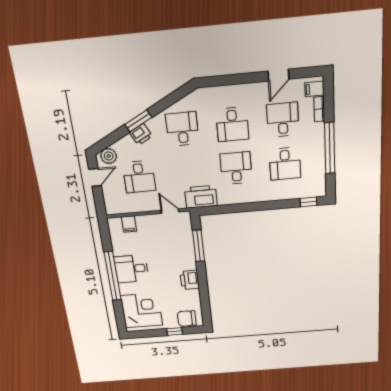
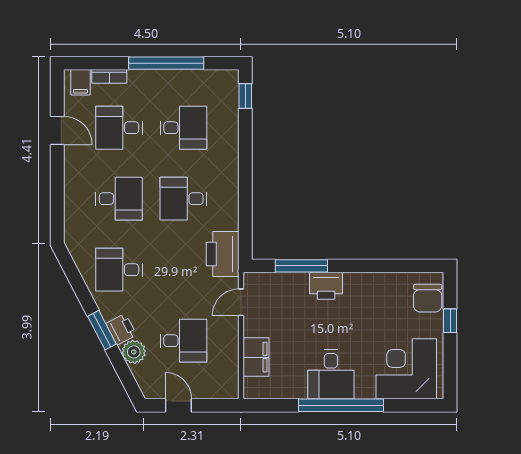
plant: (109, 156) -> (134, 352), moved
filing cabinet: (129, 224) -> (256, 357), width x2.00
printer: (190, 280) -> (326, 286), moved

